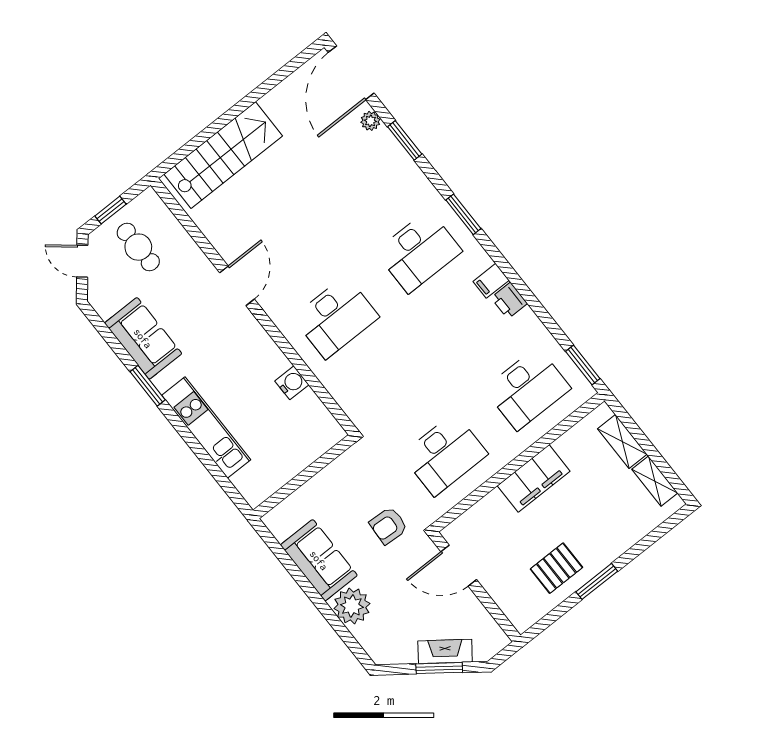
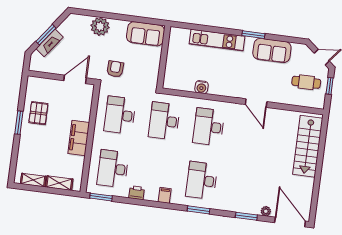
printer: (509, 301) -> (137, 193), moved
desk: (390, 386) -> (164, 121), added
sofa: (319, 560) -> (146, 34), moved

